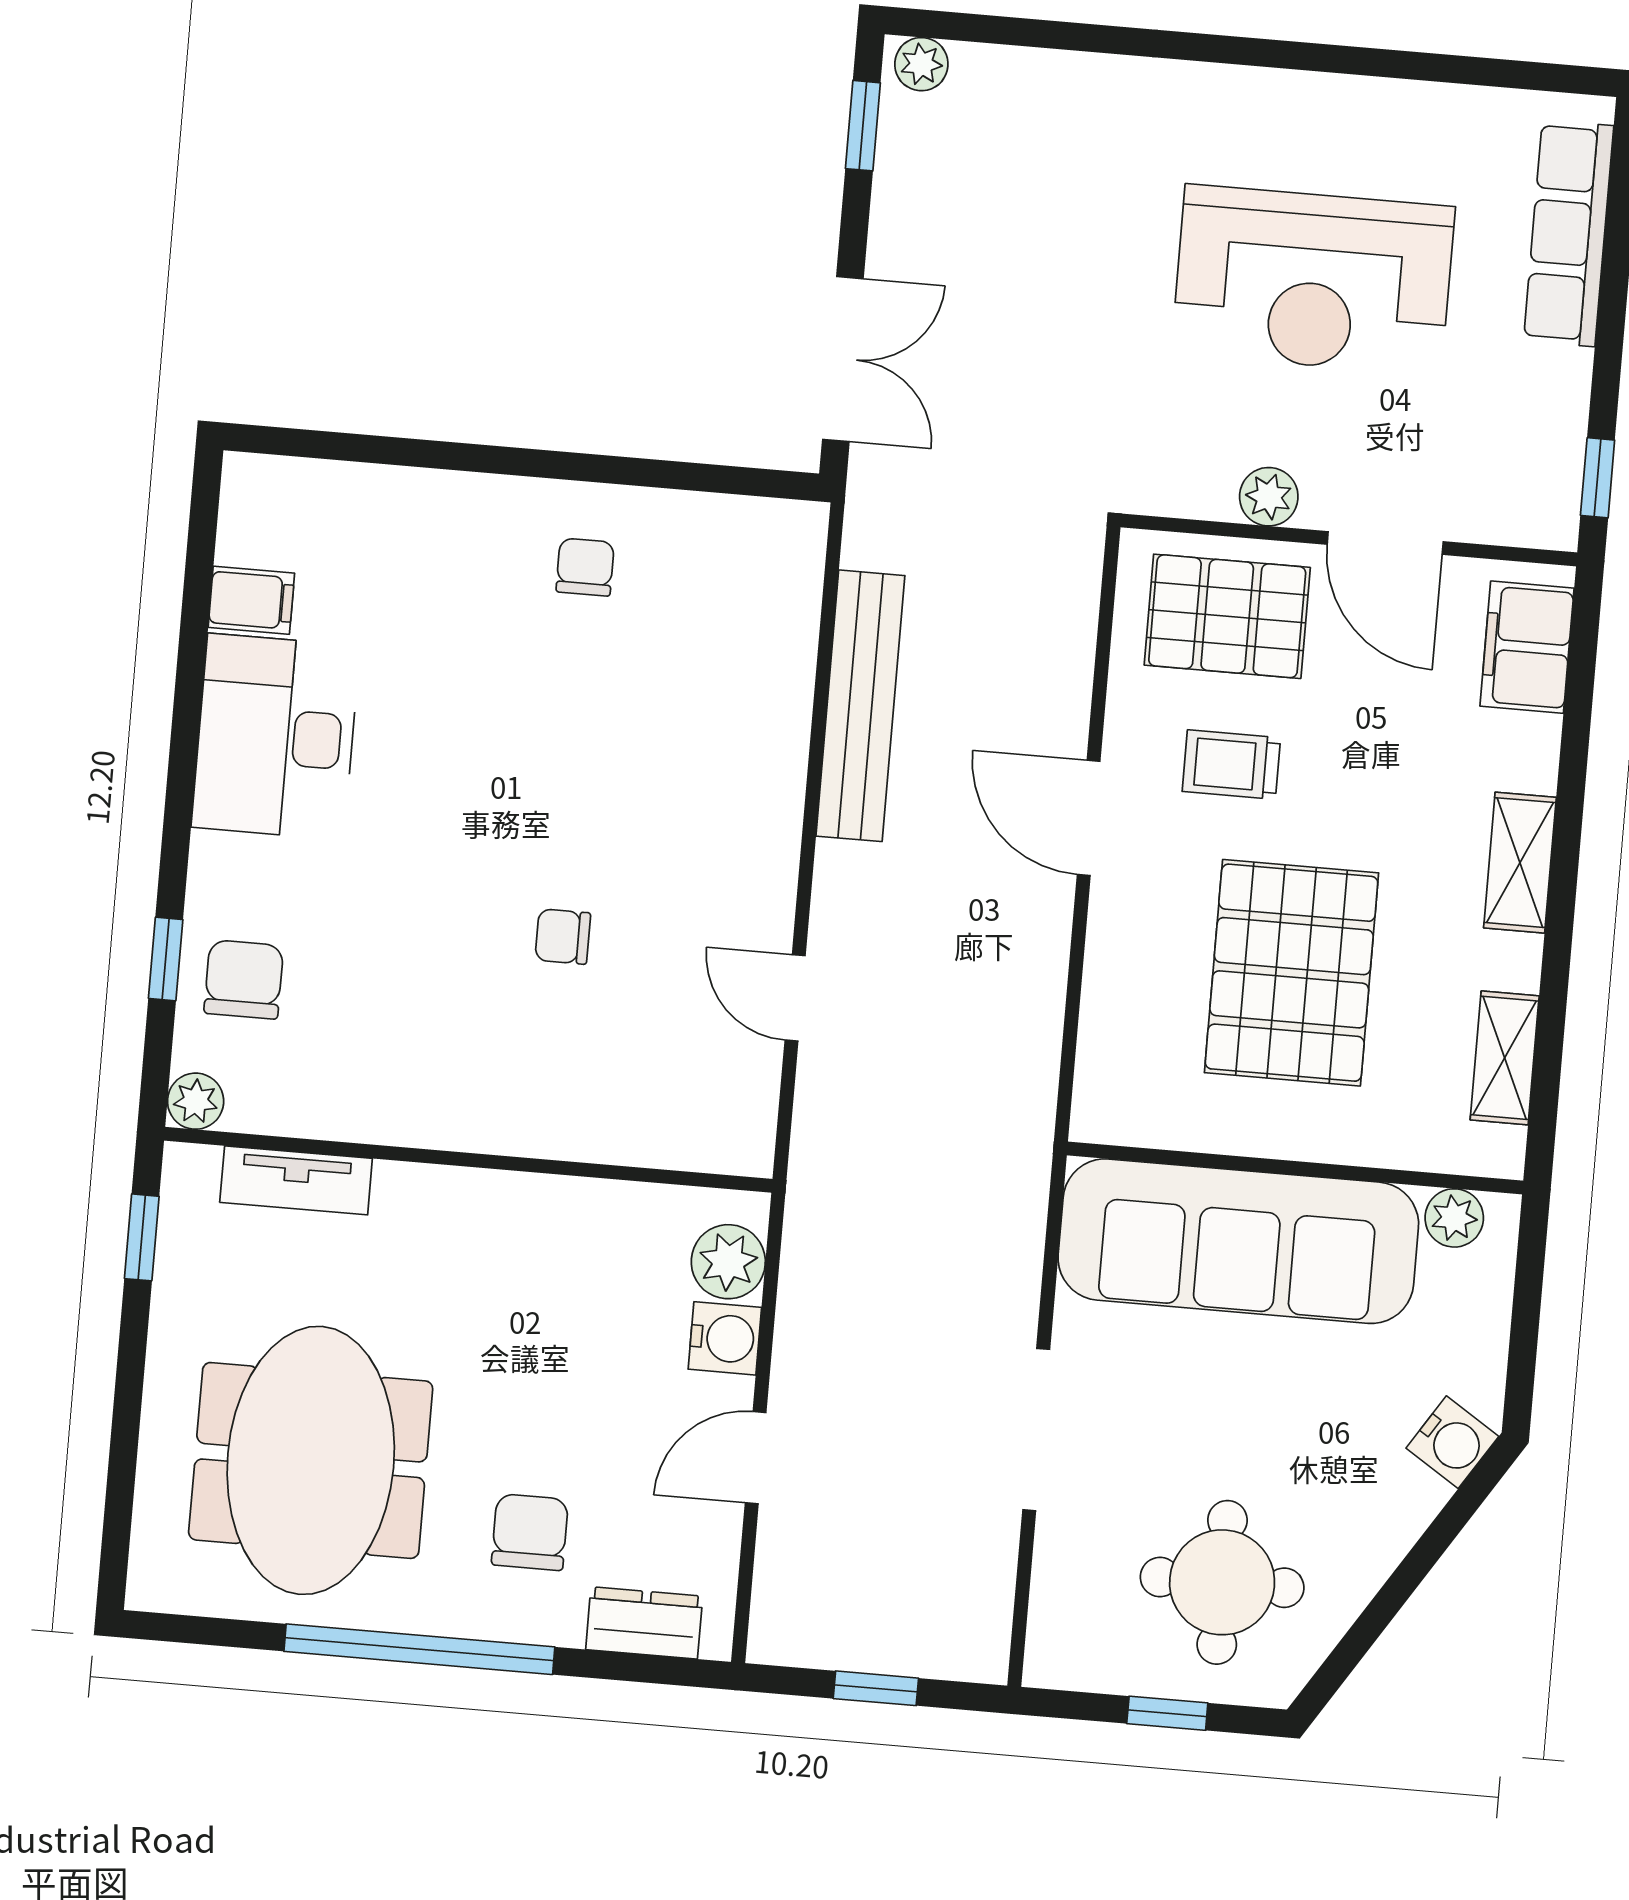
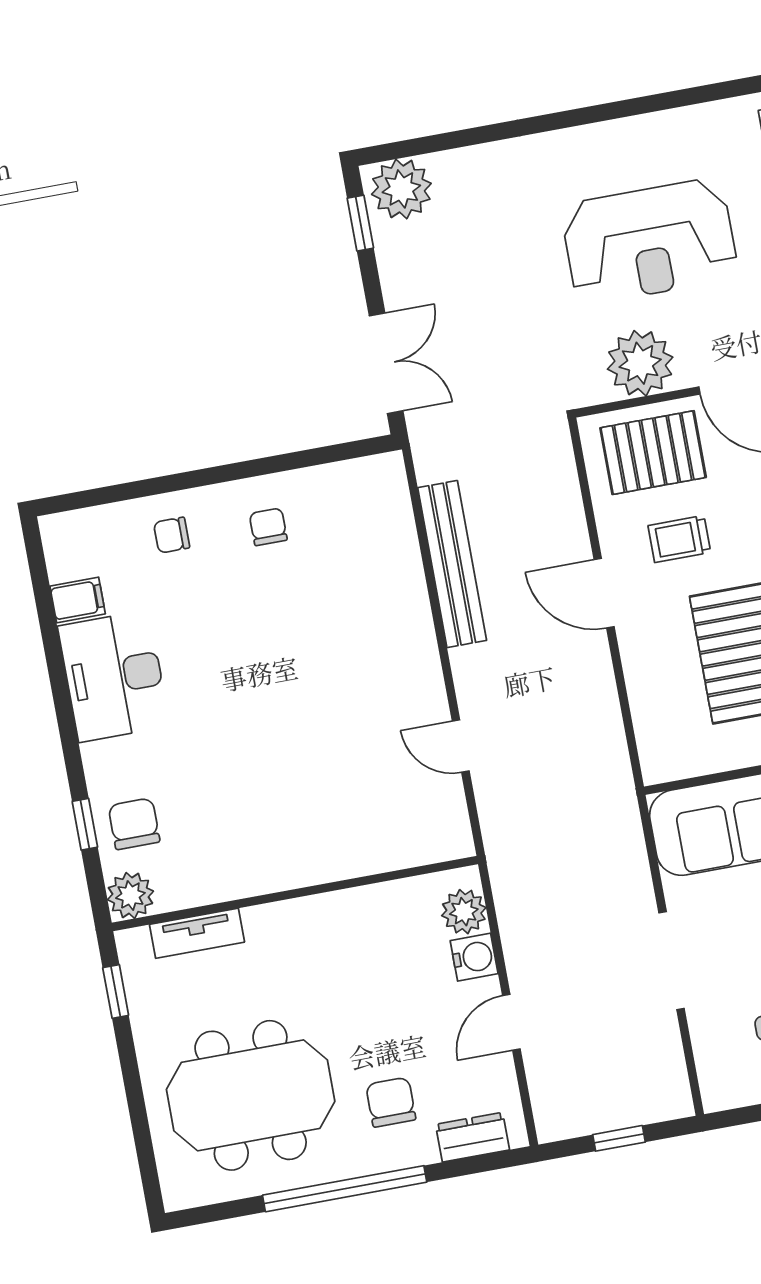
plant: (921, 64) -> (401, 189), width x1.88, depth x1.88
plant: (1269, 497) -> (640, 363), width x1.88, depth x1.88
chair: (563, 937) -> (172, 535), moved
plant: (196, 1101) -> (130, 895), width x1.38, depth x1.38
meeting table: (311, 1460) -> (251, 1095), turned 90

